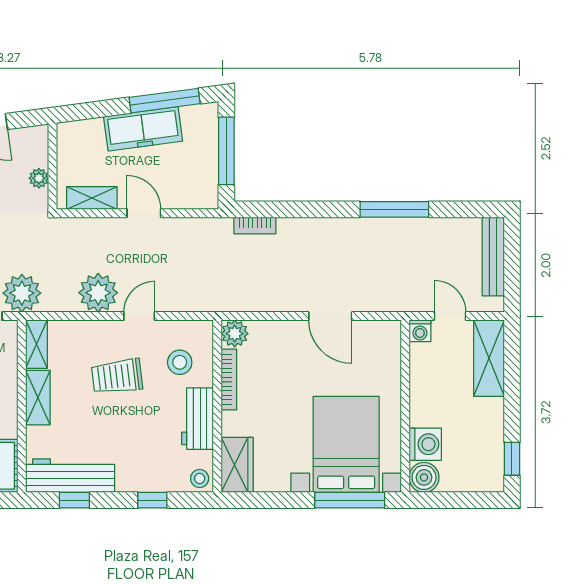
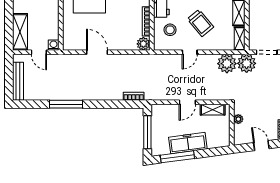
door: (144, 213) -> (187, 102), hinge flipped
plant: (98, 293) -> (227, 64), moved
trolley: (117, 376) -> (200, 23), turned 57

